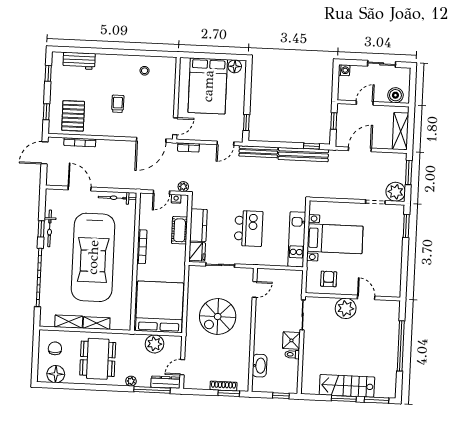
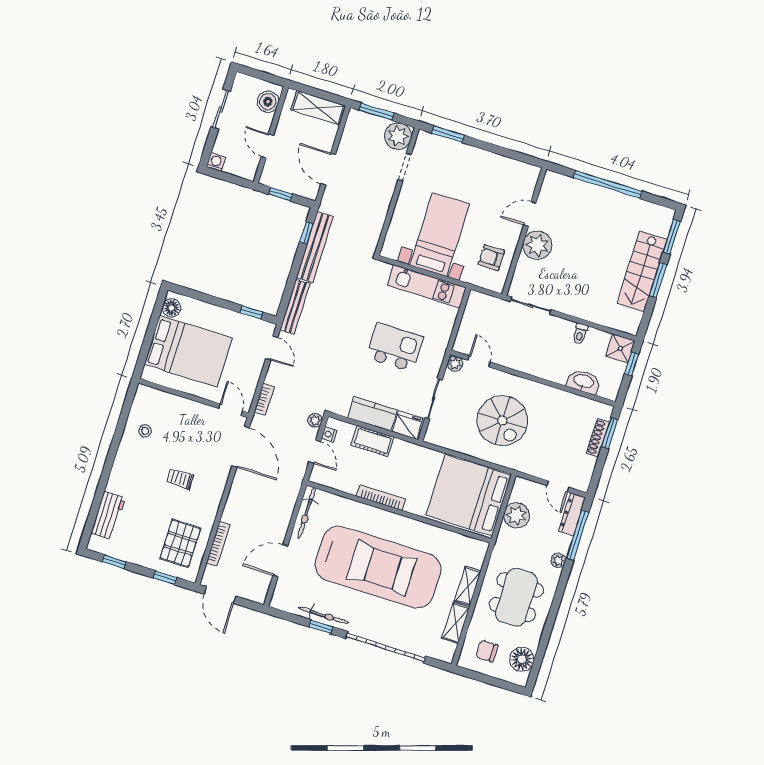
pallet: (73, 116) -> (180, 543), turned 90
plant: (248, 273) -> (455, 364), added
shower: (291, 340) -> (620, 348), moved
dining table: (98, 359) -> (516, 597), turned 90

